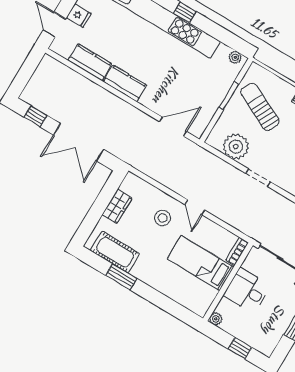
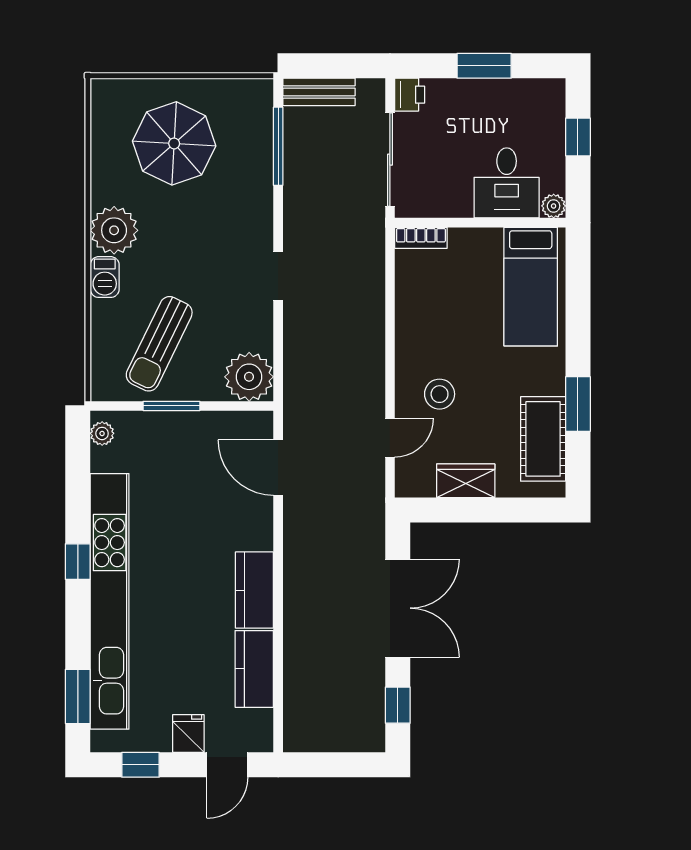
plant: (236, 147) -> (249, 377), moved
door: (195, 207) -> (390, 438), moved
bed: (201, 263) -> (531, 287), moved
desk: (247, 291) -> (507, 183), moved

